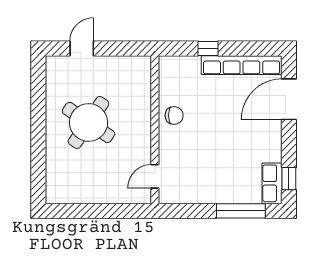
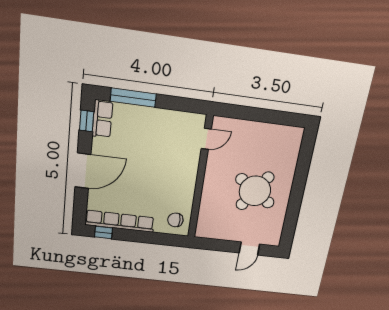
window: (208, 49) -> (103, 232), moved
door: (289, 99) -> (83, 171), moved
chair: (174, 115) -> (175, 220), moved

